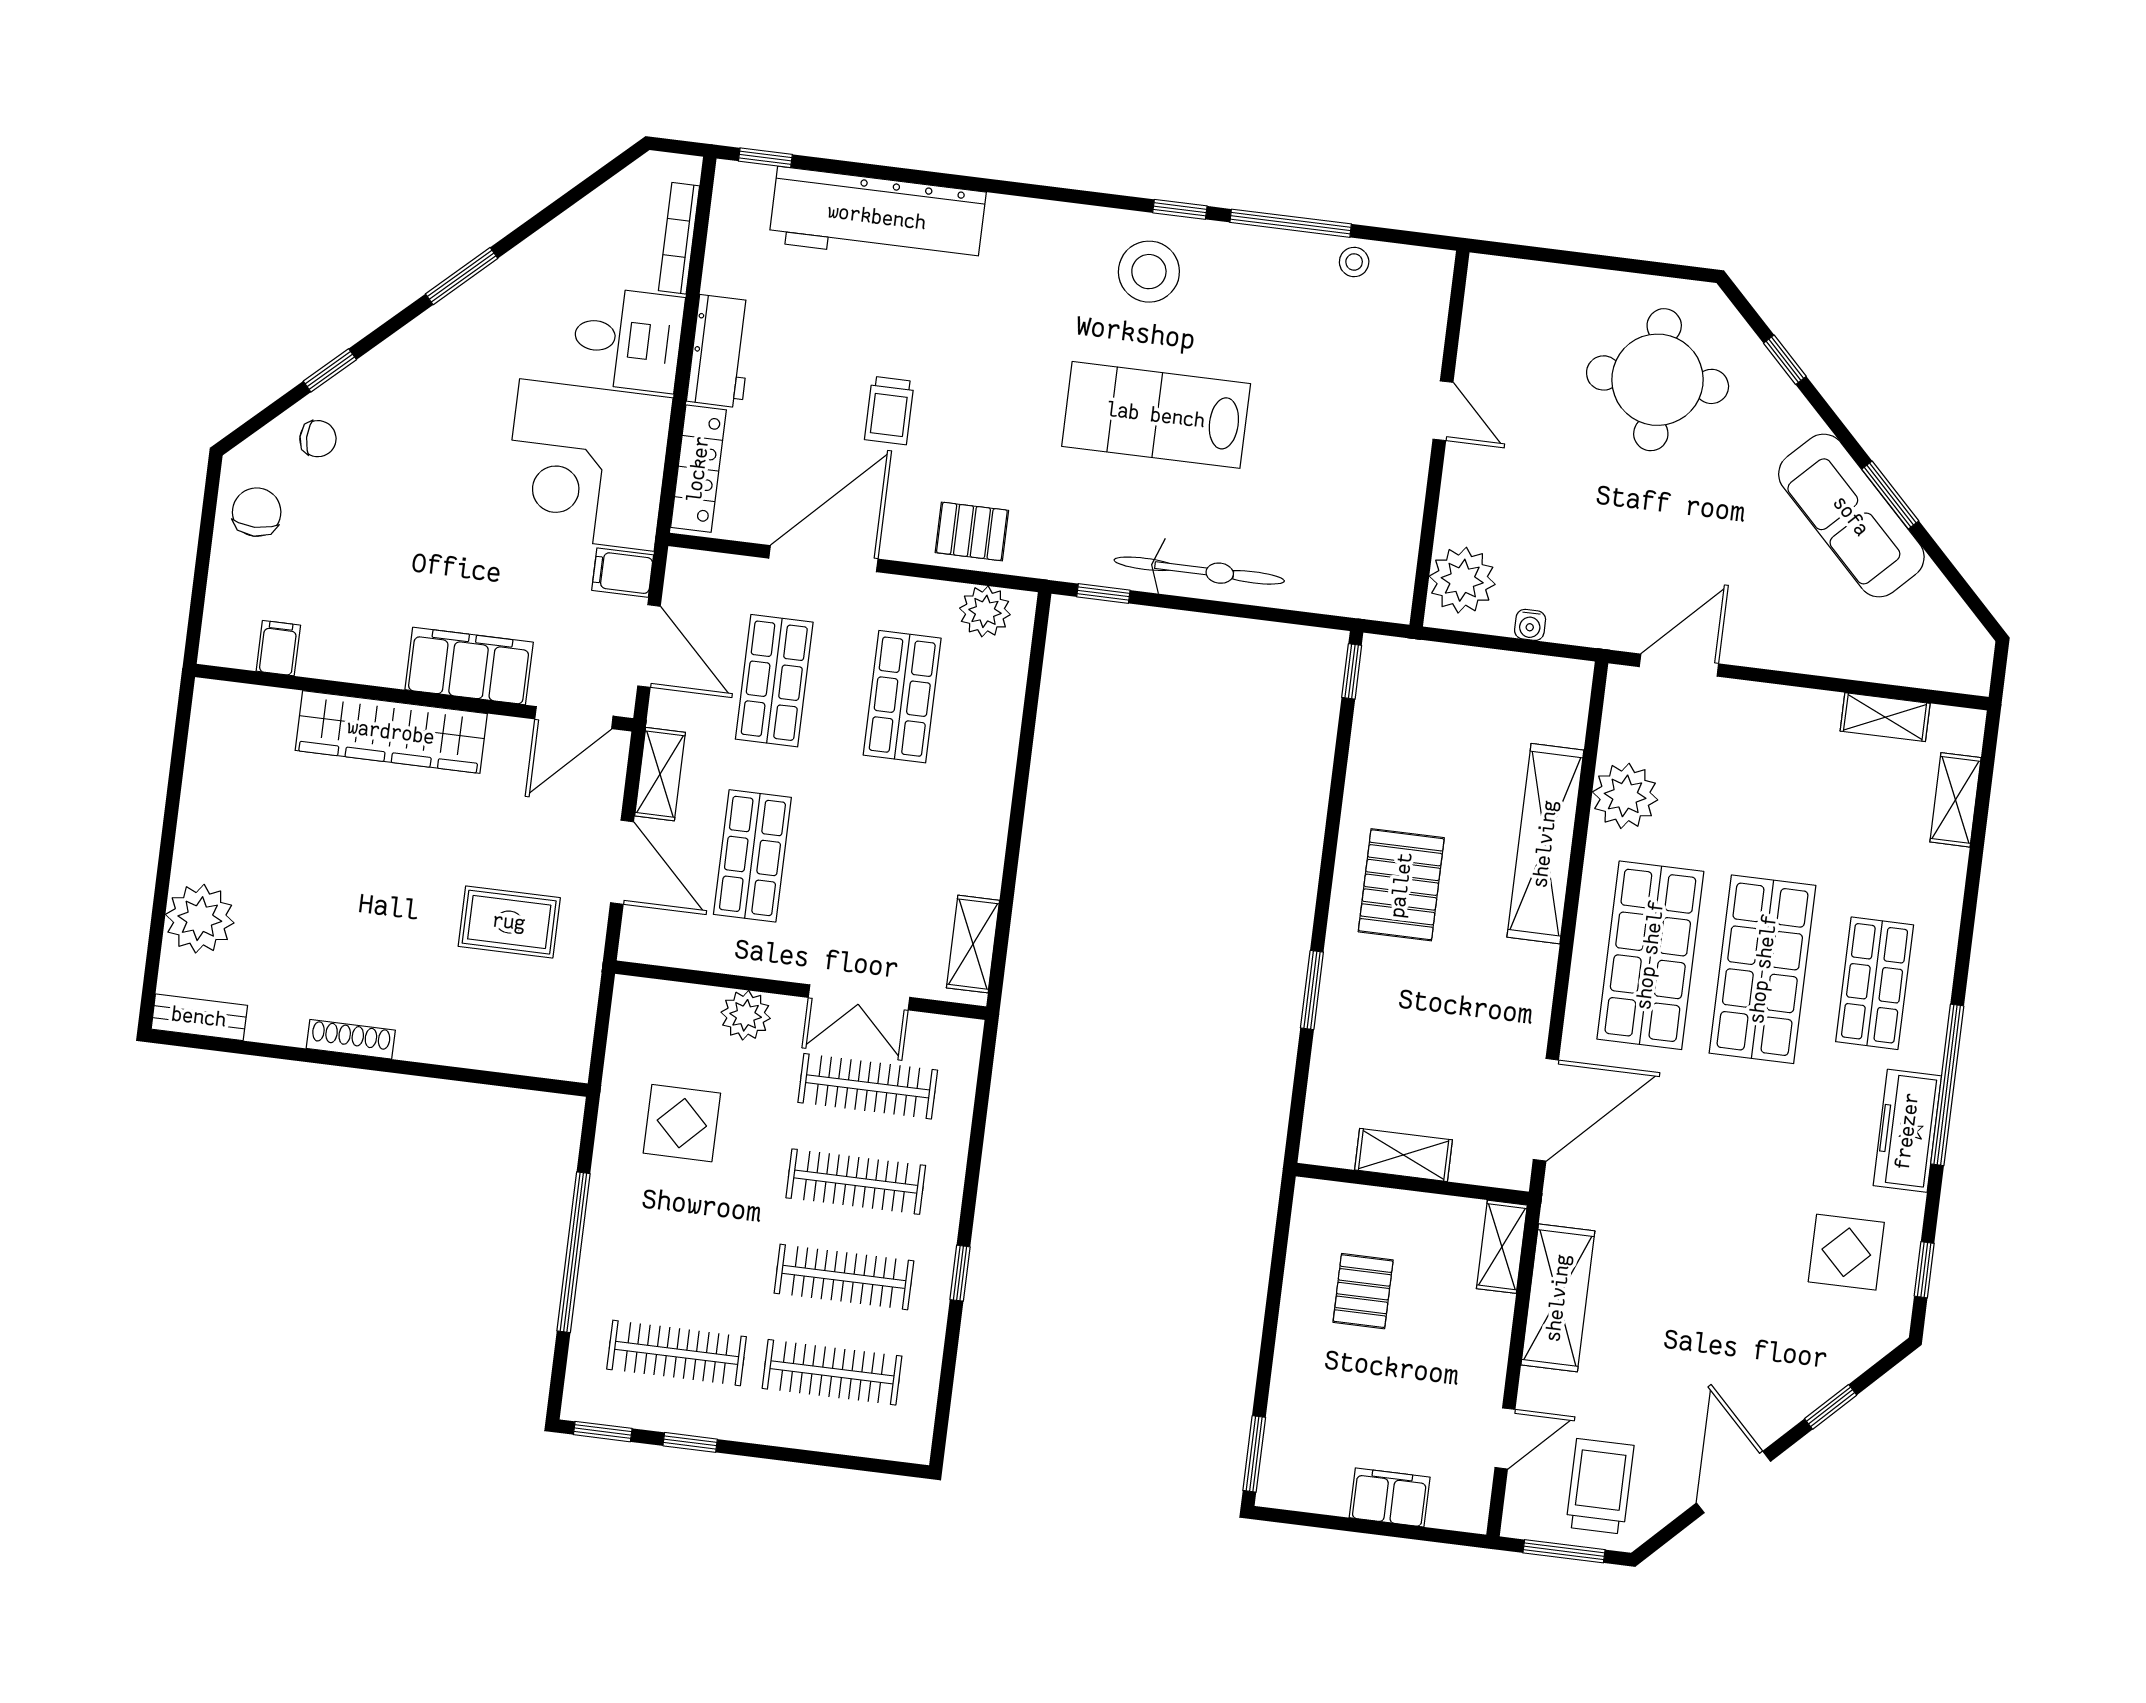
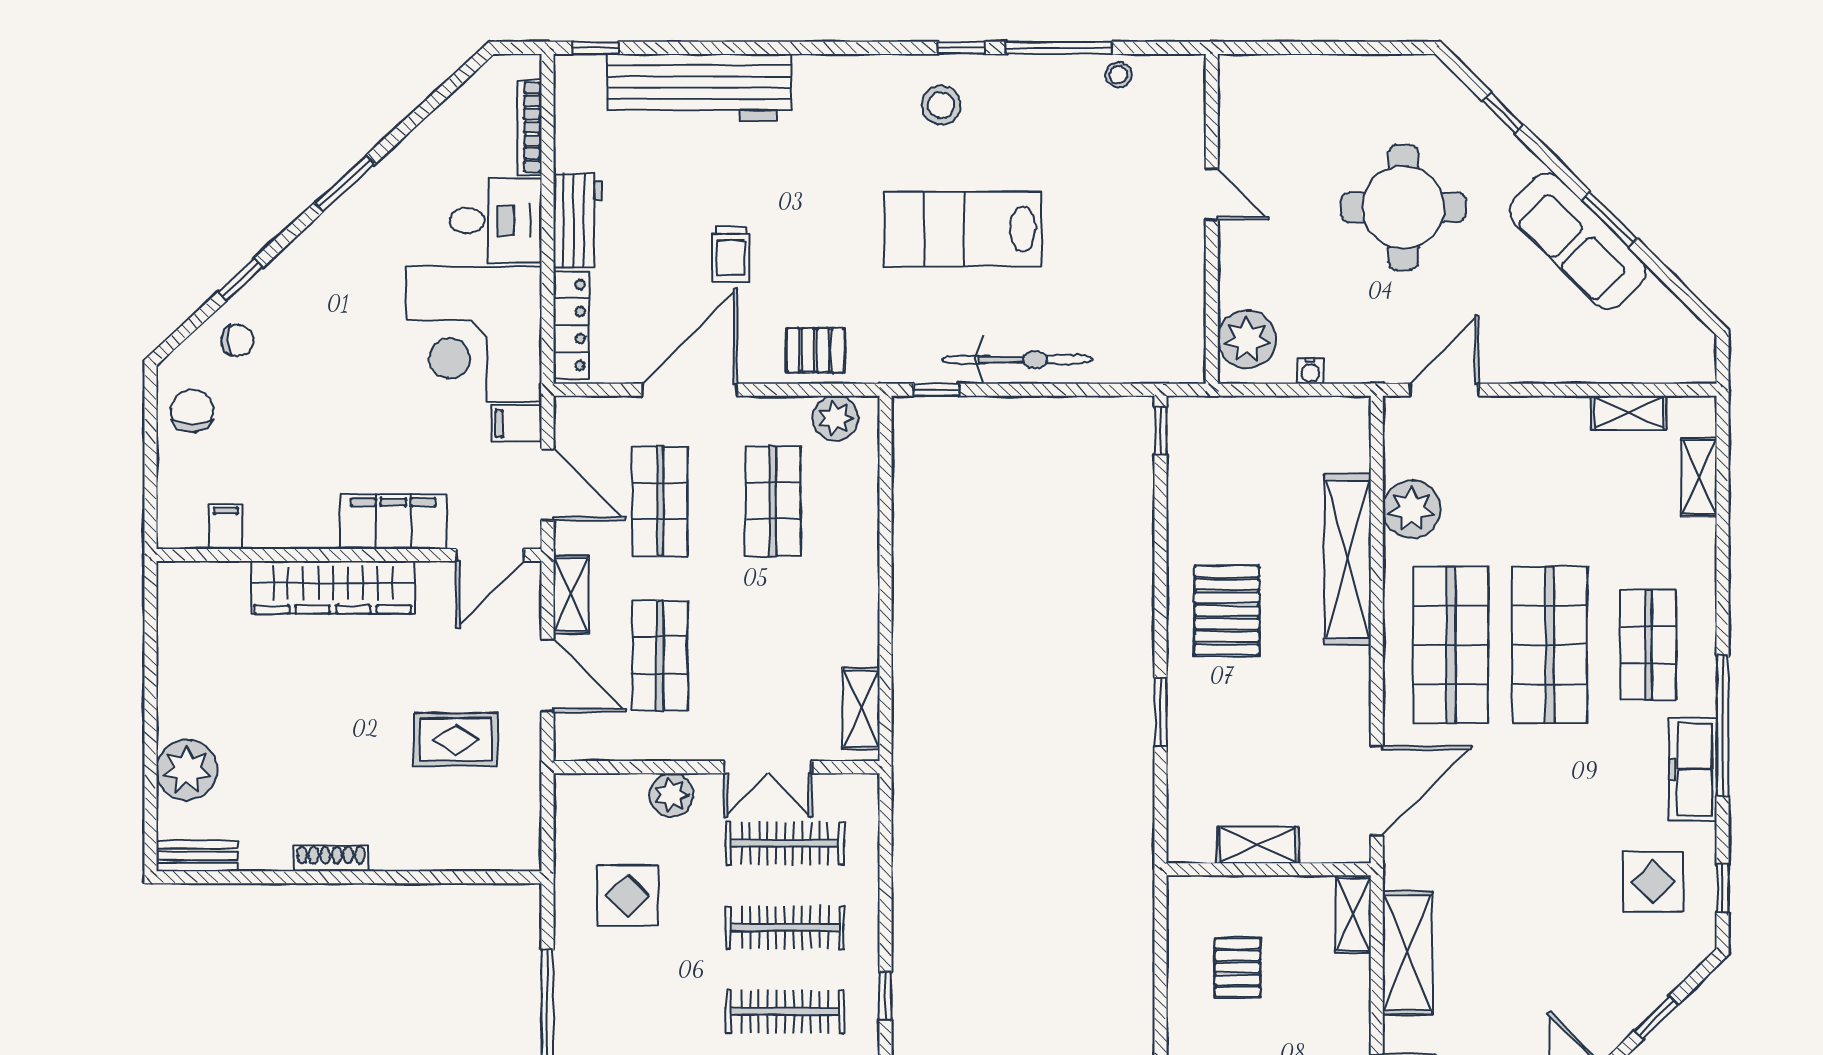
stool: (1149, 272) -> (941, 105), width x0.73, depth x0.73
round table: (1658, 380) -> (1403, 207), moved

